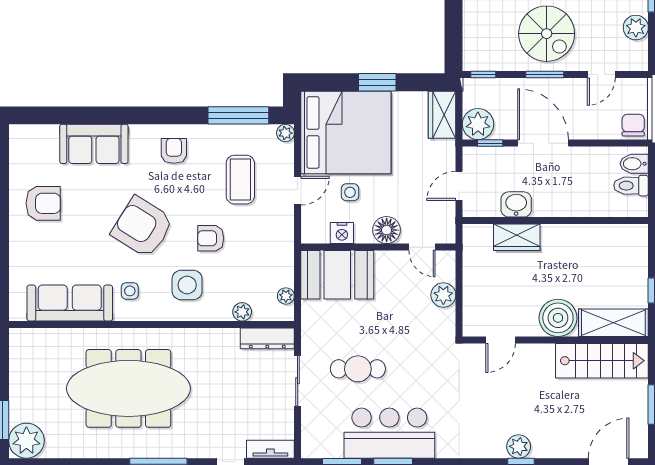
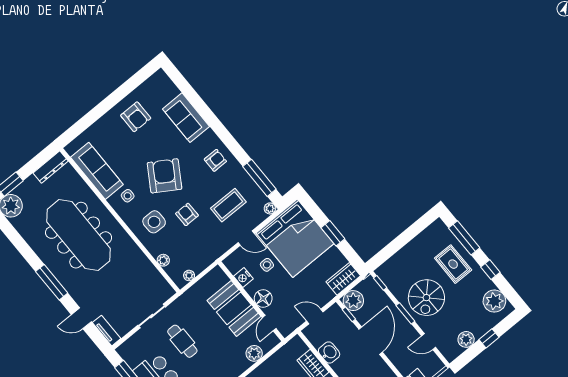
booth: (337, 275) -> (234, 308), moved
dresser: (267, 338) -> (51, 167), moved, turned -90

